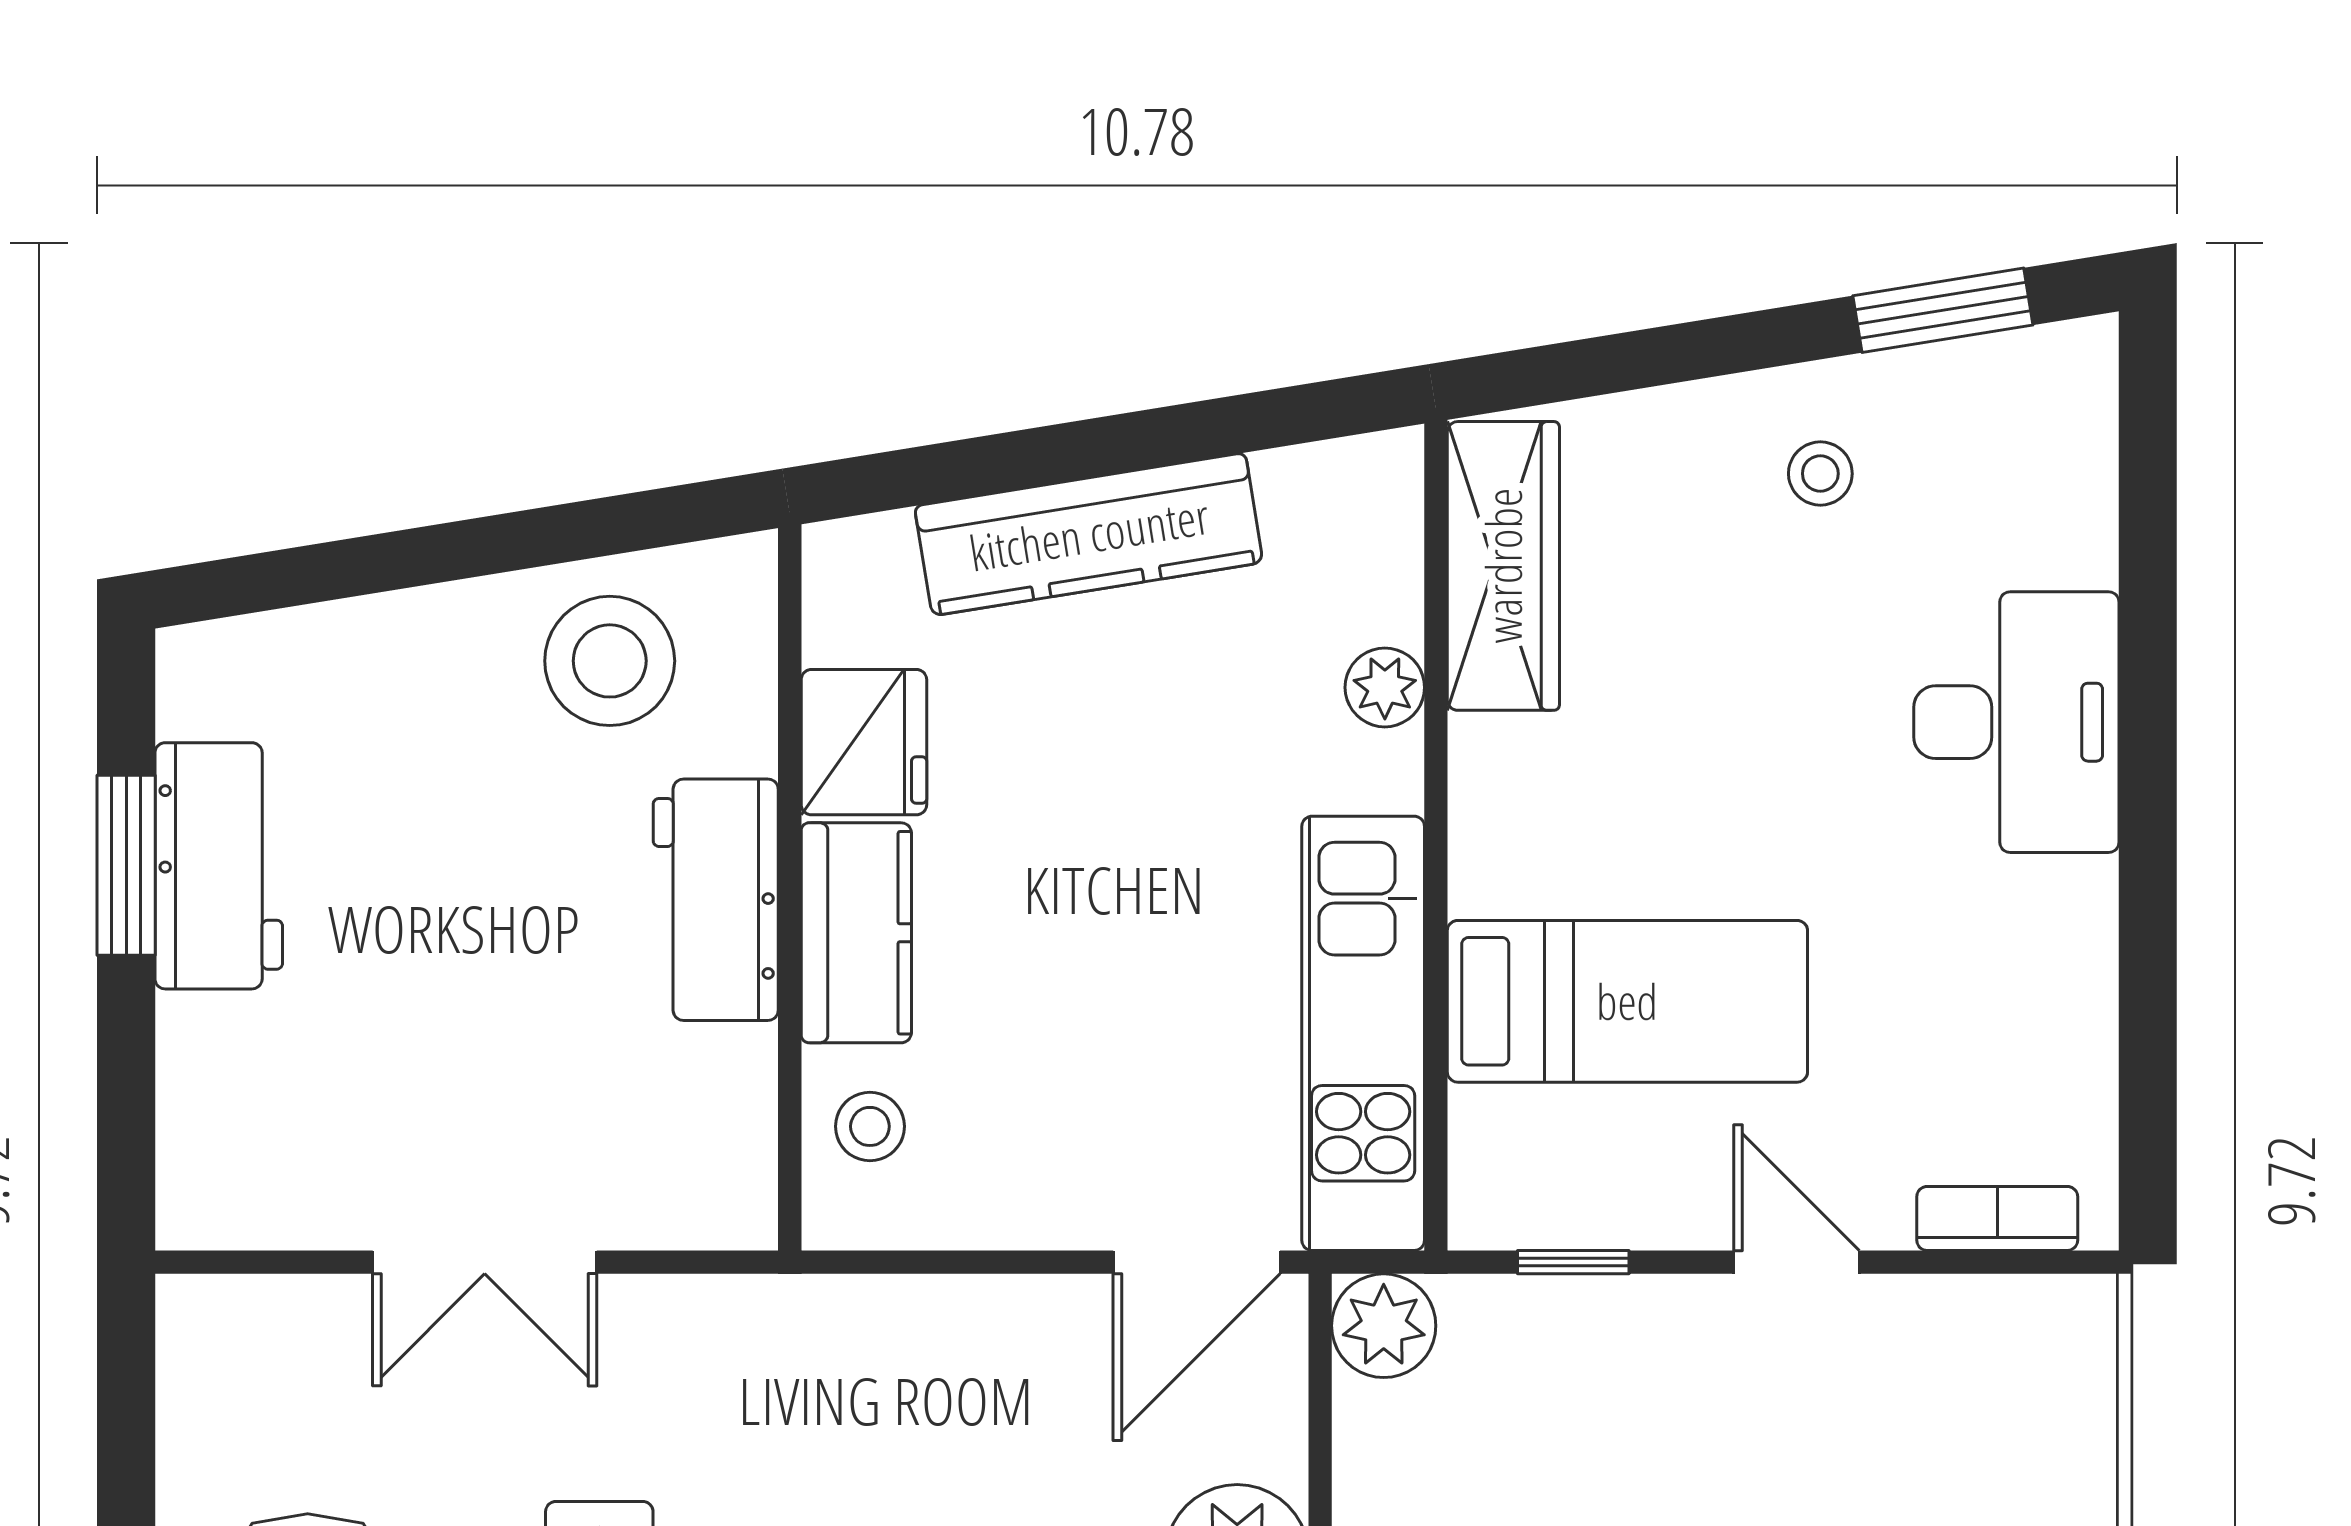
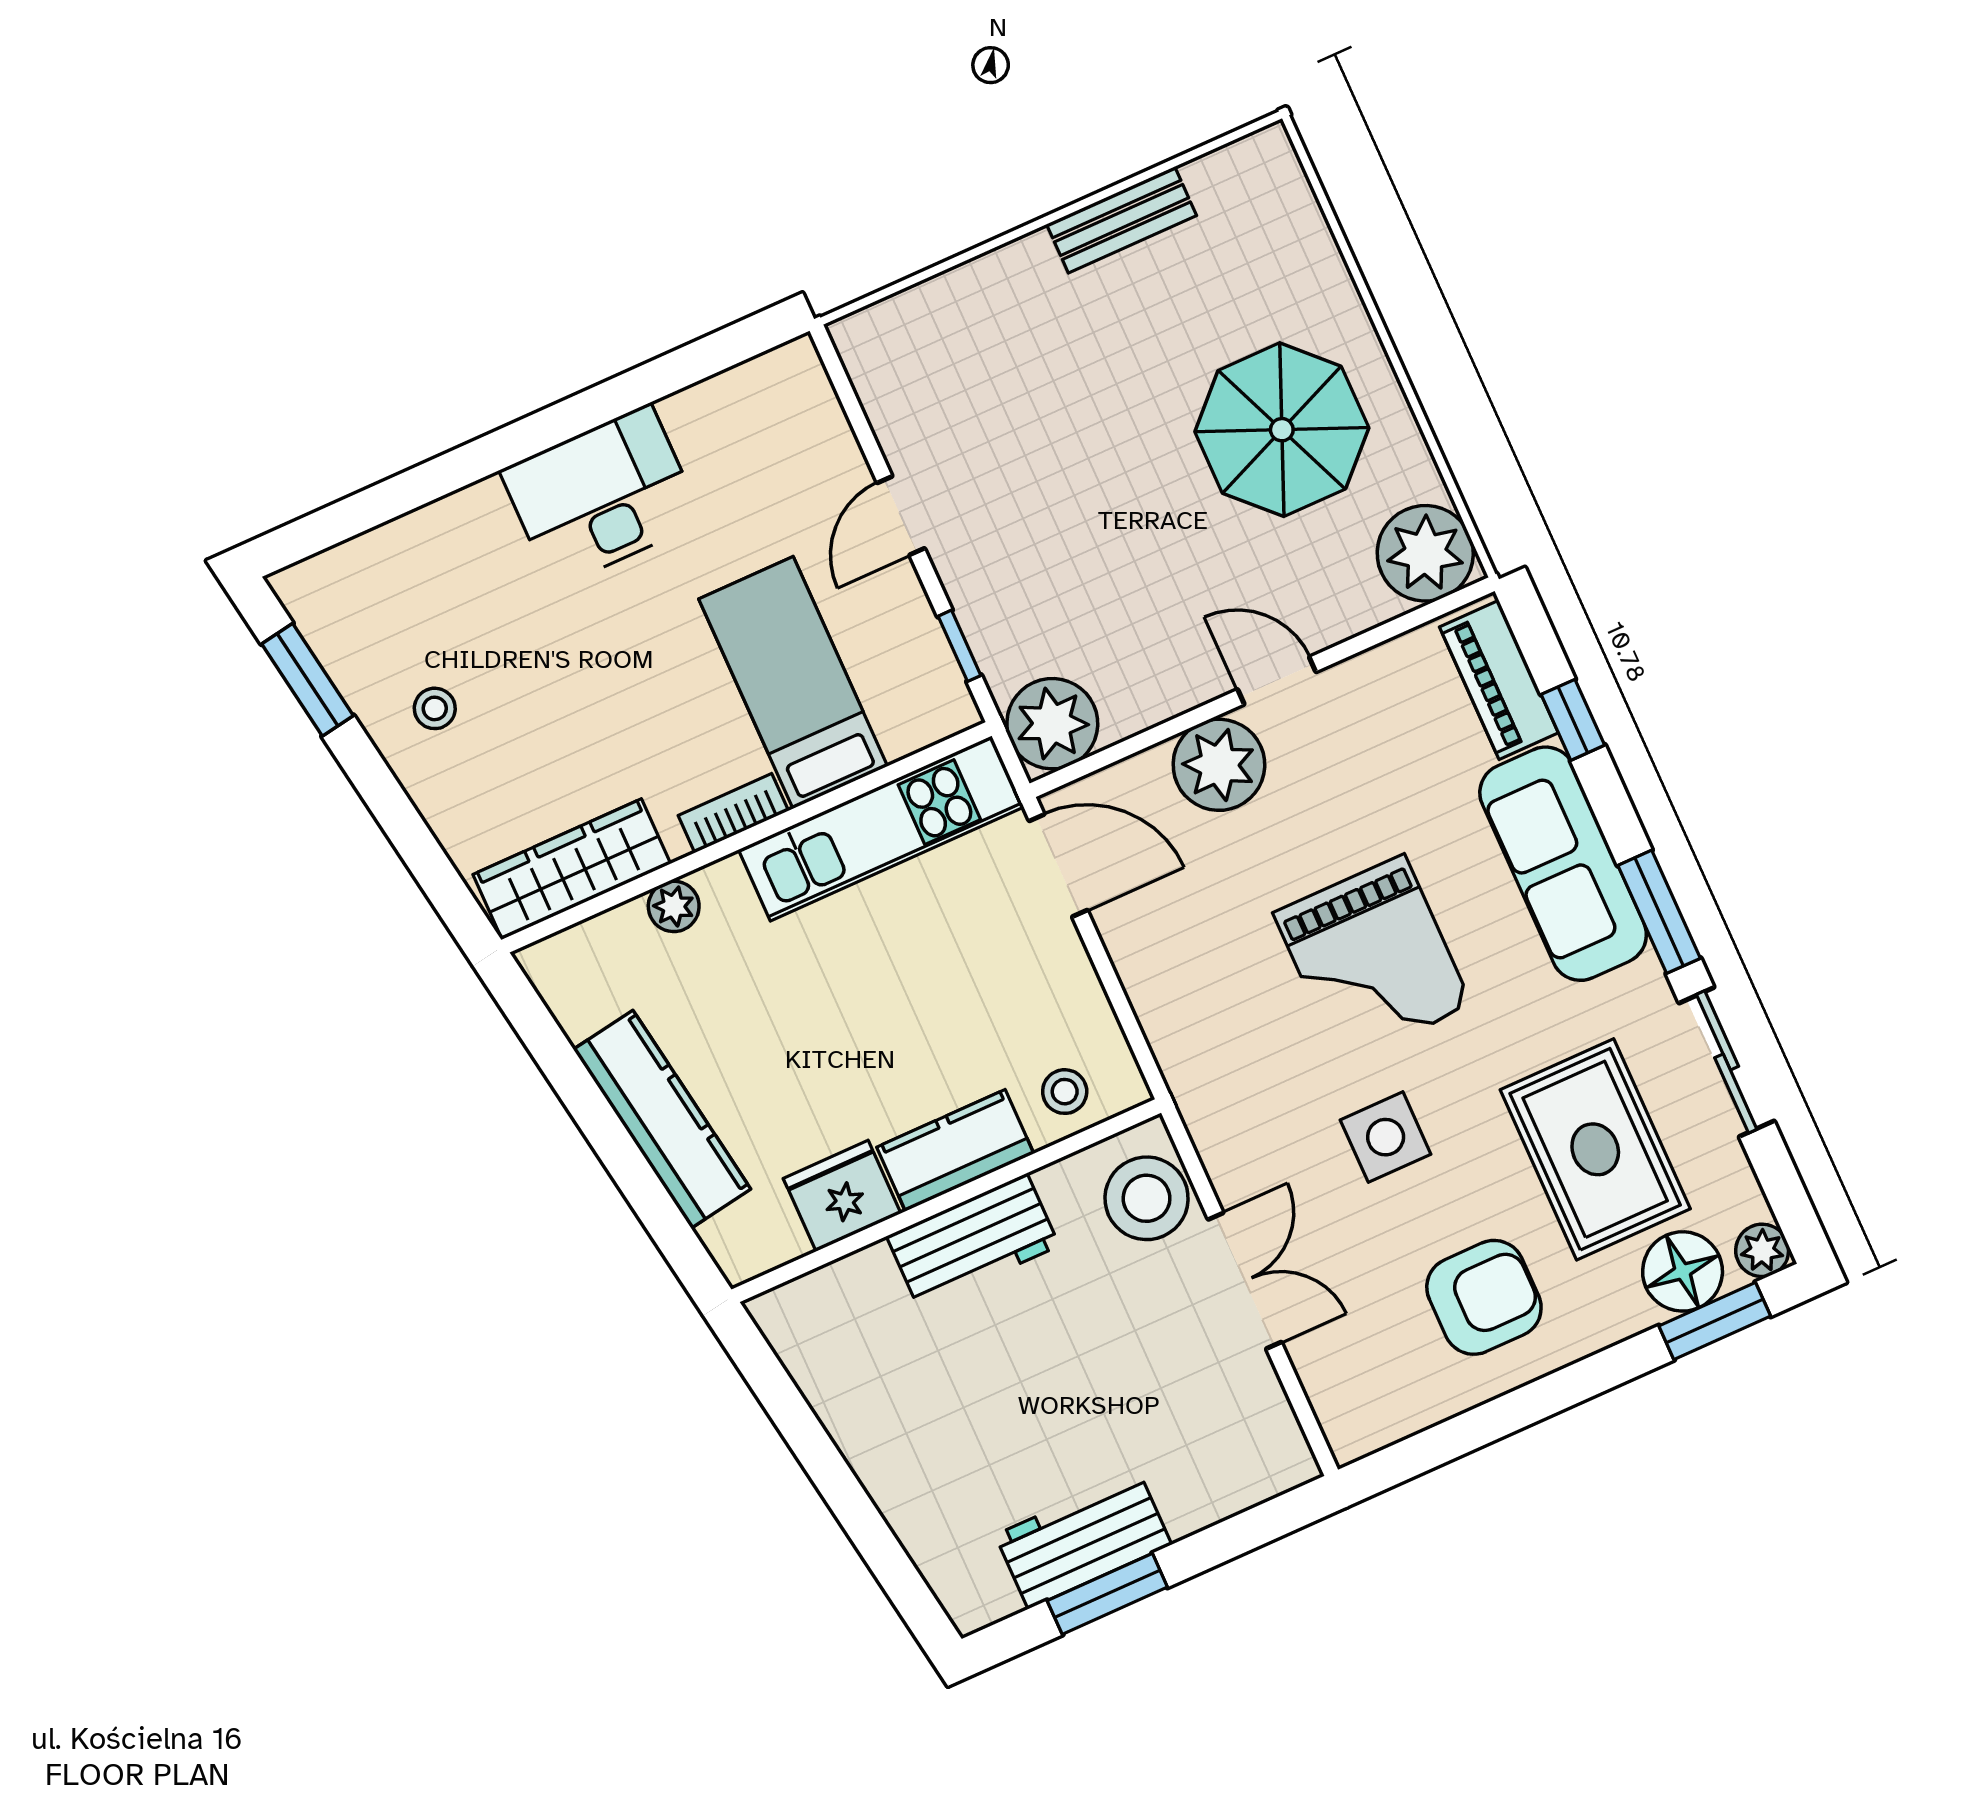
stool: (610, 661) -> (1147, 1198), moved
desk: (2016, 722) -> (601, 496), moved
bookcase: (1997, 1218) -> (733, 813), moved, turned 90
plant: (1384, 1326) -> (1052, 724), width x1.36, depth x1.36

